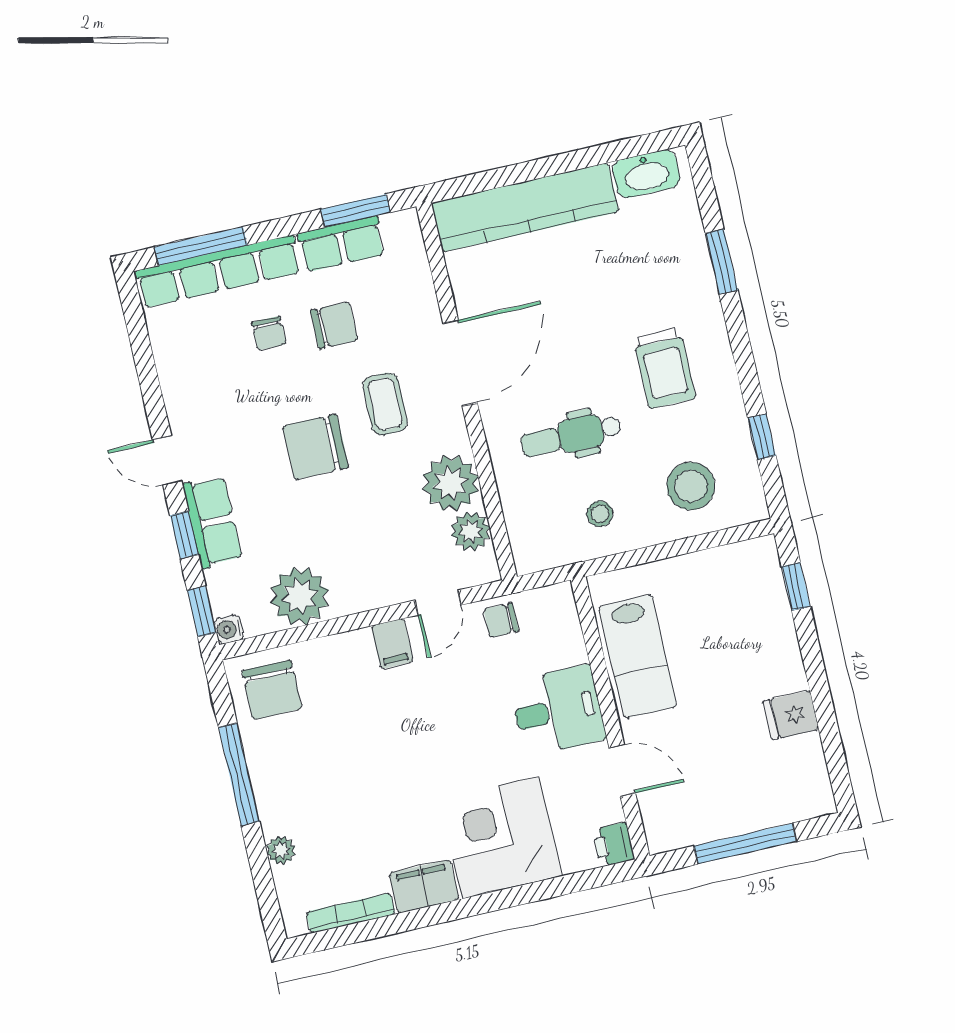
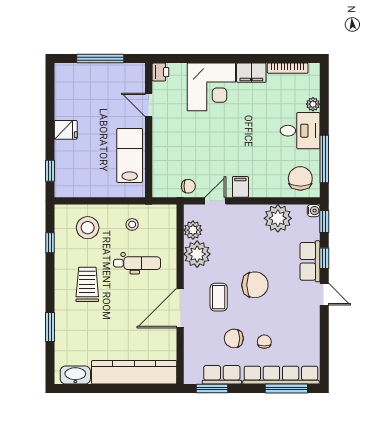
desk: (558, 710) -> (300, 131), moved, turned 180
fridge: (791, 715) -> (66, 130), moved
window: (239, 774) -> (324, 159), moved

